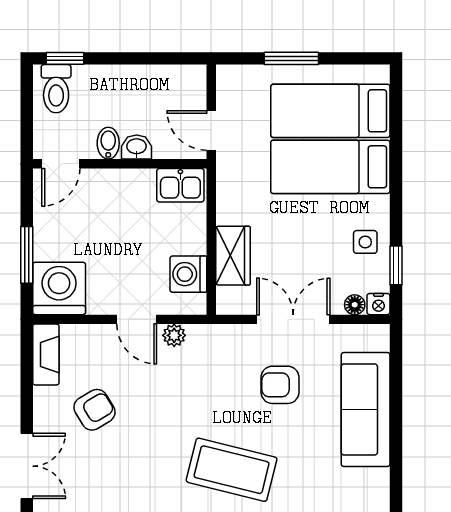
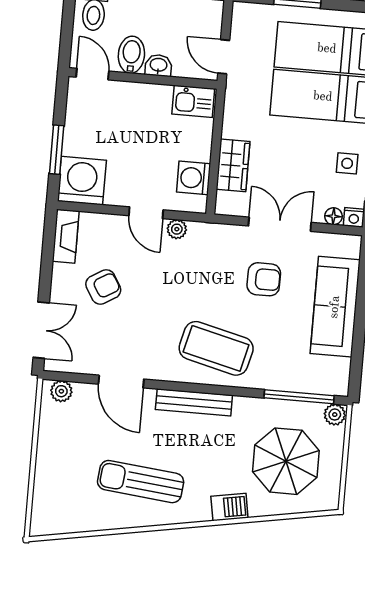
bidet: (108, 143) -> (131, 55), width x1.38, depth x1.36
door: (61, 164) -> (93, 74), swing flipped
armchair: (280, 385) -> (264, 279), turned 180

